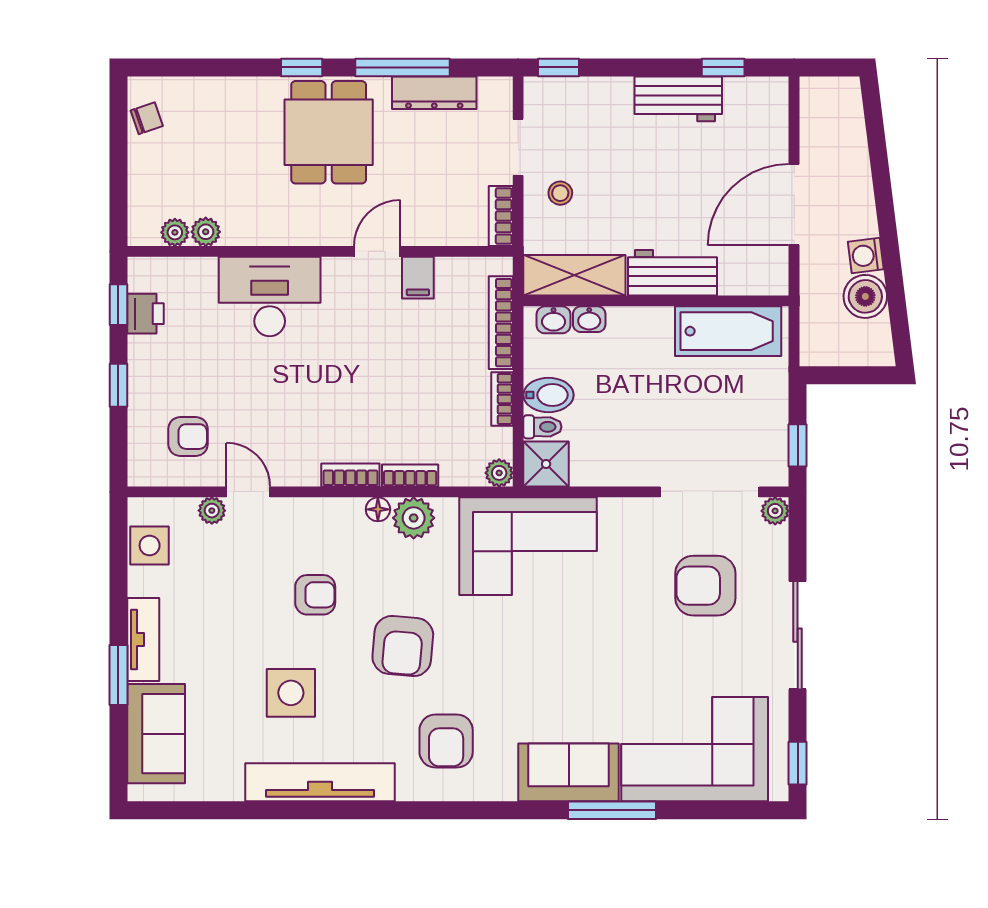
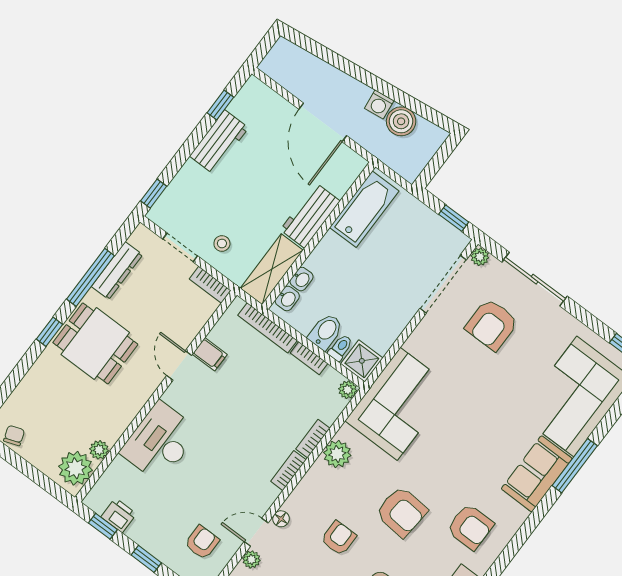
plant: (175, 232) -> (76, 468), width x1.87, depth x1.87
floor lamp: (378, 509) -> (281, 519), moved
sliding door: (798, 635) -> (535, 279), moved

